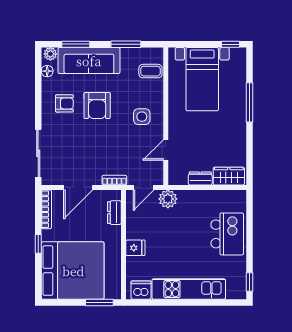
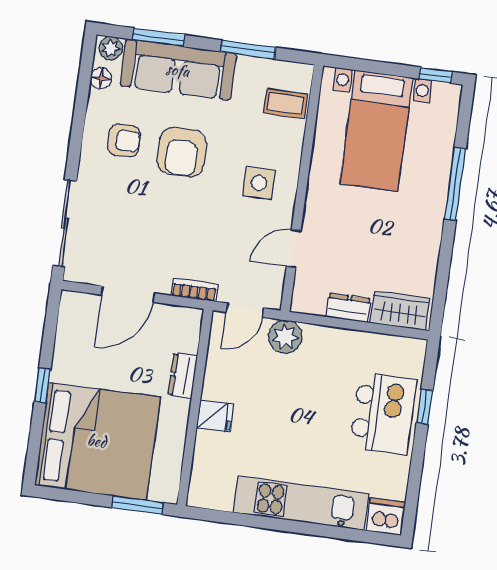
bookcase: (46, 209) -> (65, 325), removed
dresser: (114, 213) -> (183, 375), moved
window: (249, 282) -> (425, 407), moved
dishwasher: (141, 290) -> (386, 517), moved

